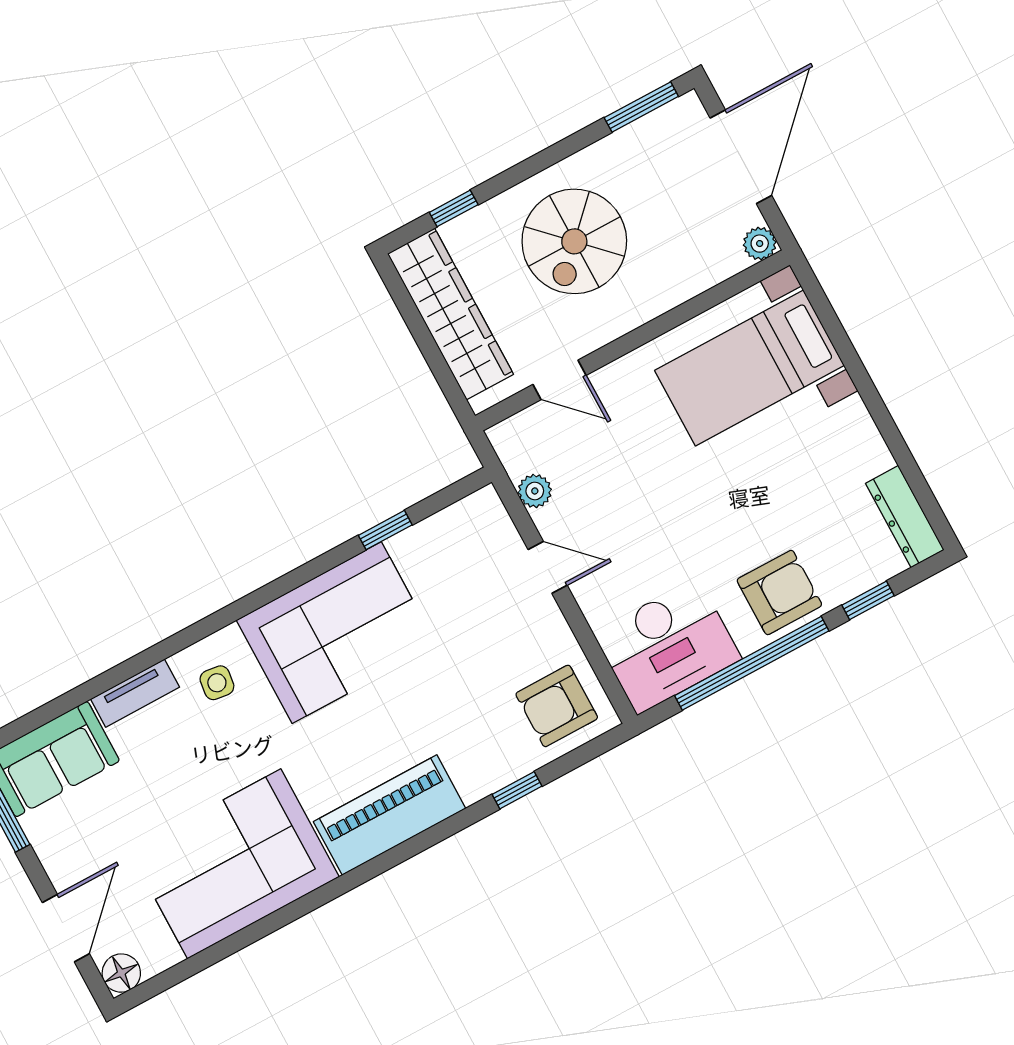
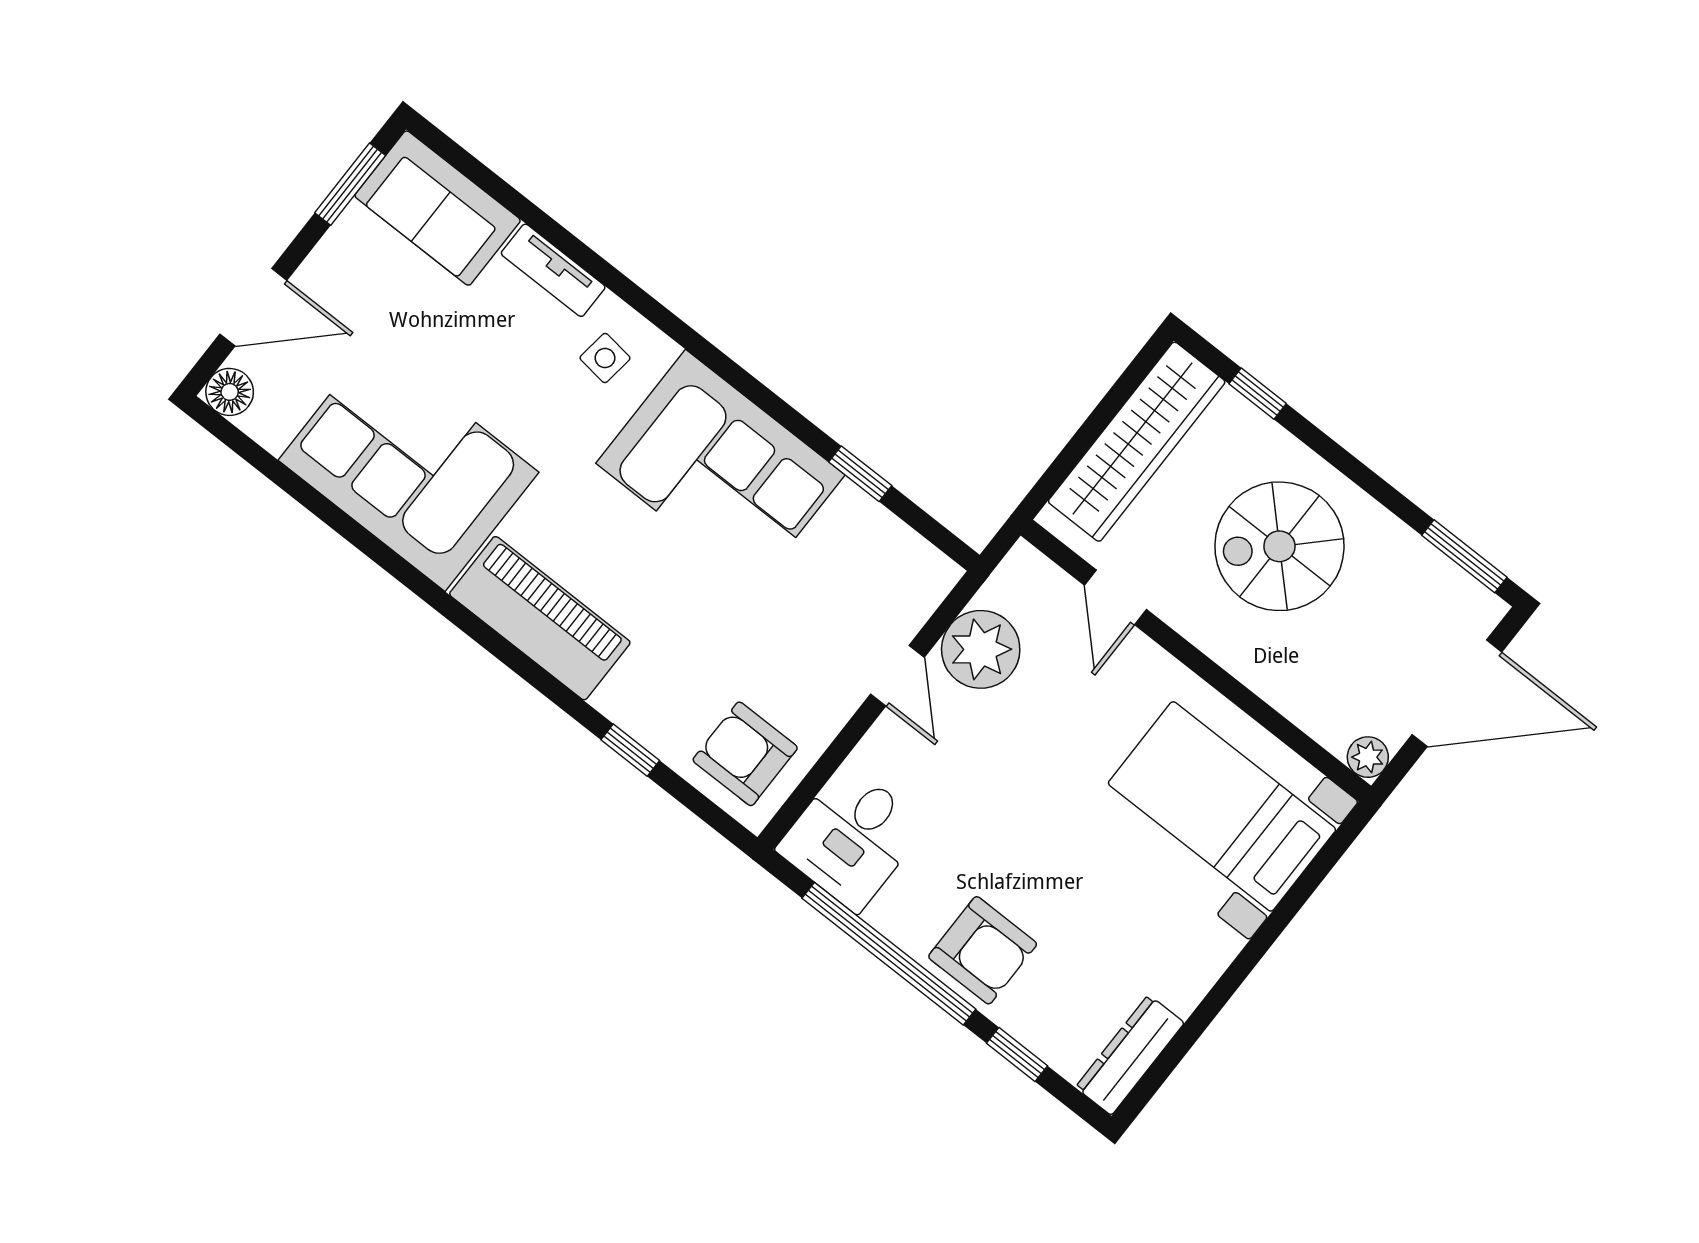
plant: (535, 491) -> (981, 649), width x1.87, depth x1.87
desk: (667, 646) -> (851, 837), width x0.73

